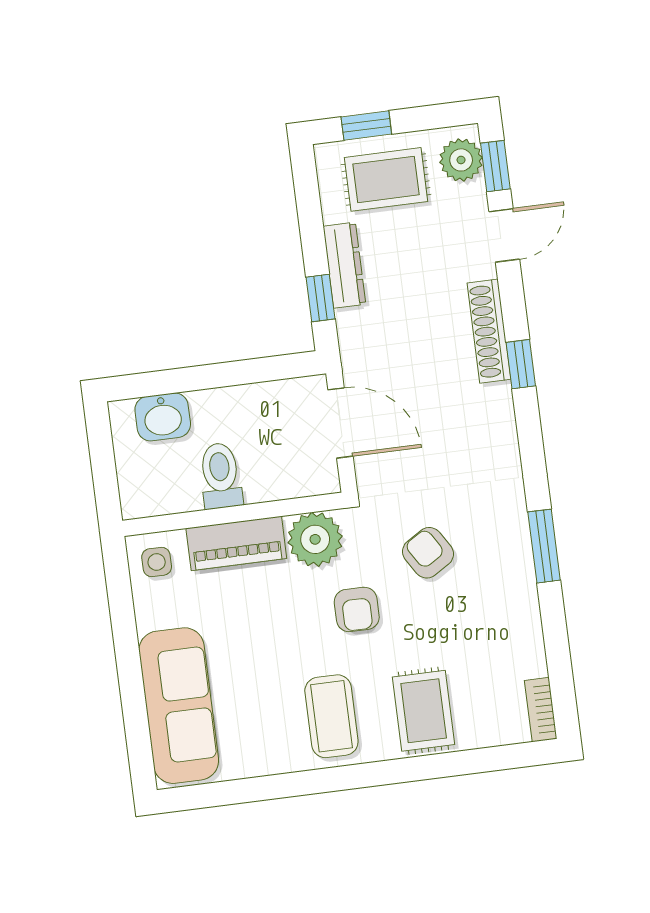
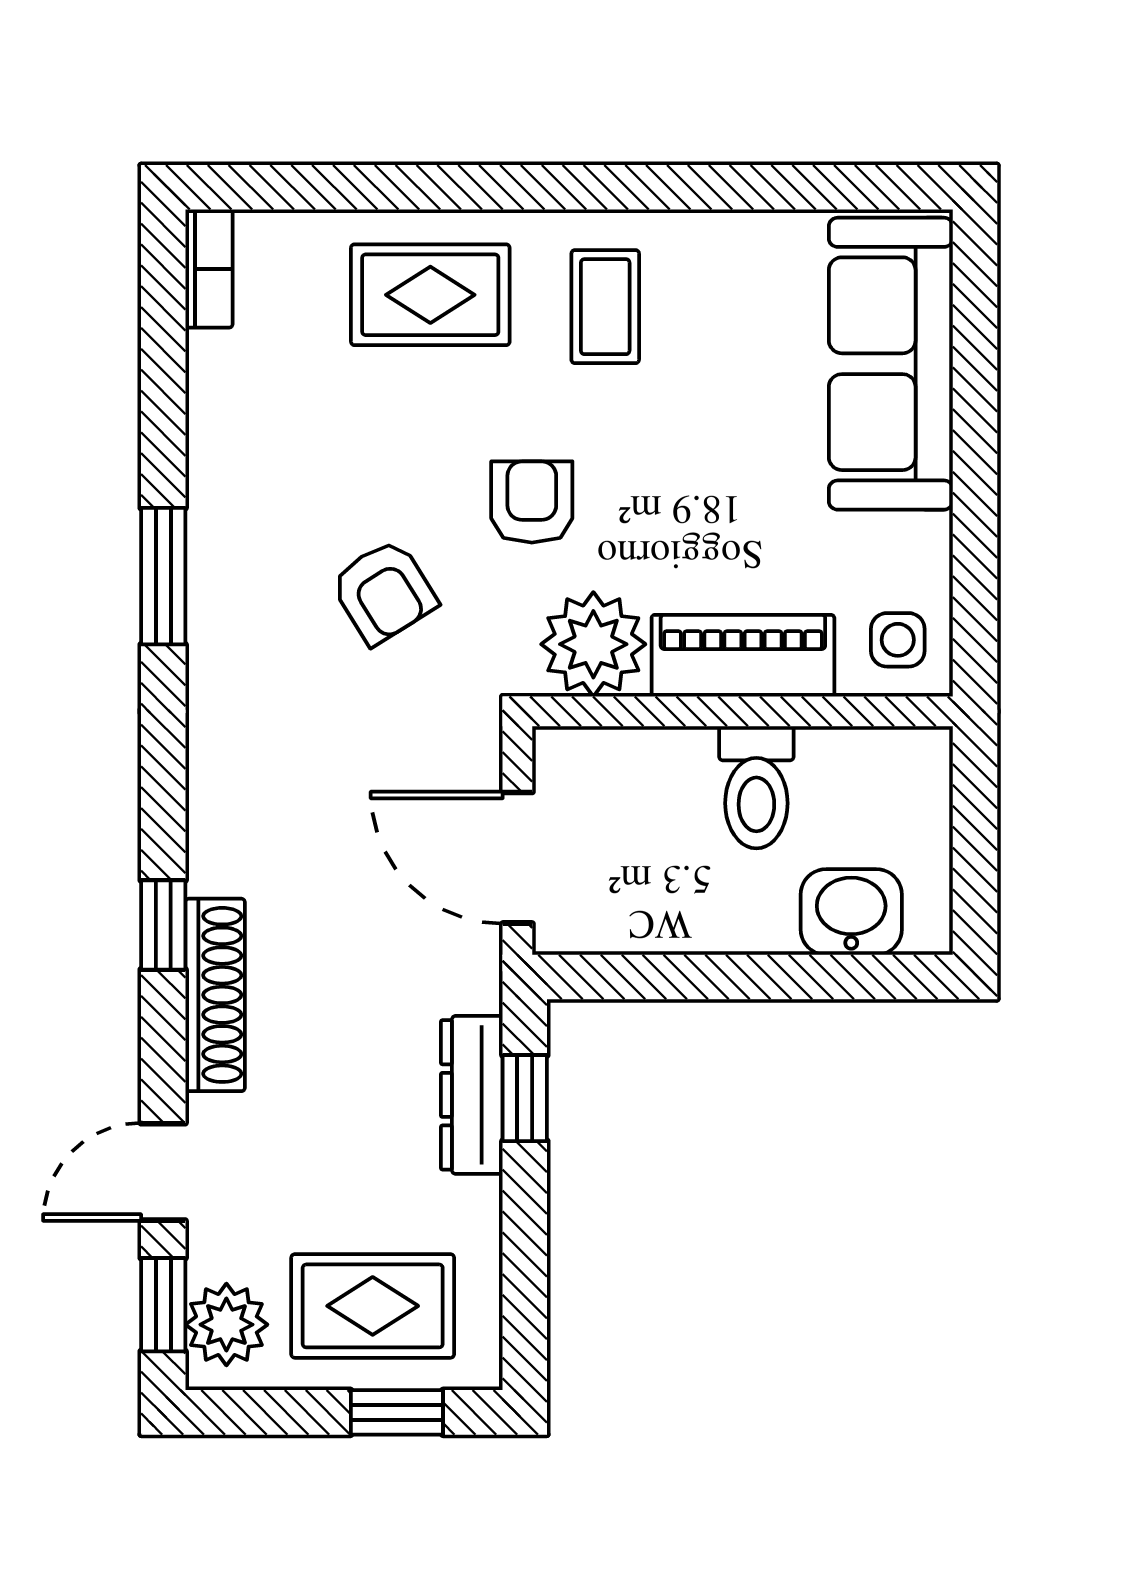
dresser: (344, 265) -> (472, 1095), moved
rug: (424, 711) -> (430, 295), turned 90
coffee table: (331, 716) -> (605, 307), width x0.73, depth x0.77

